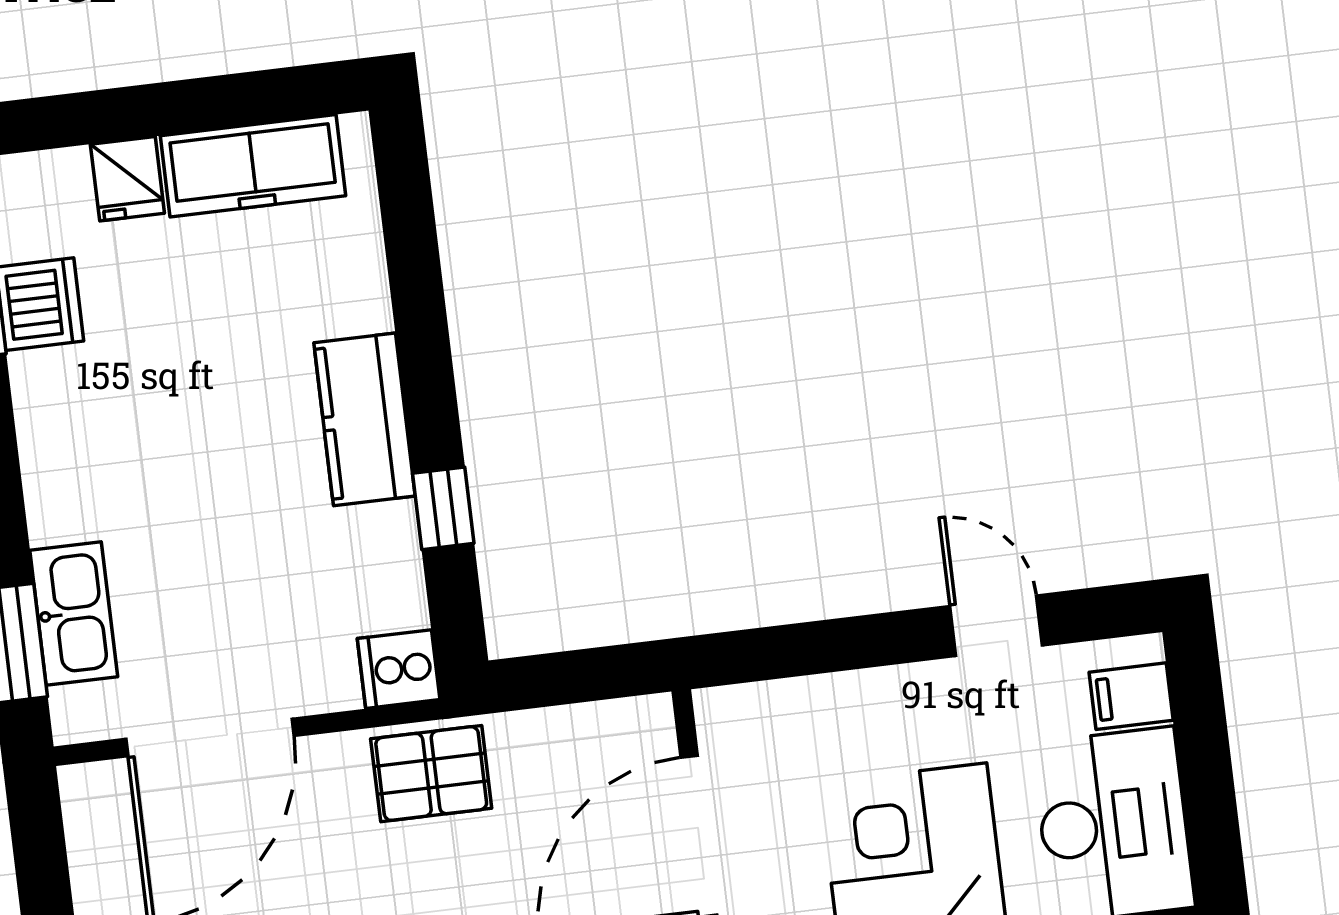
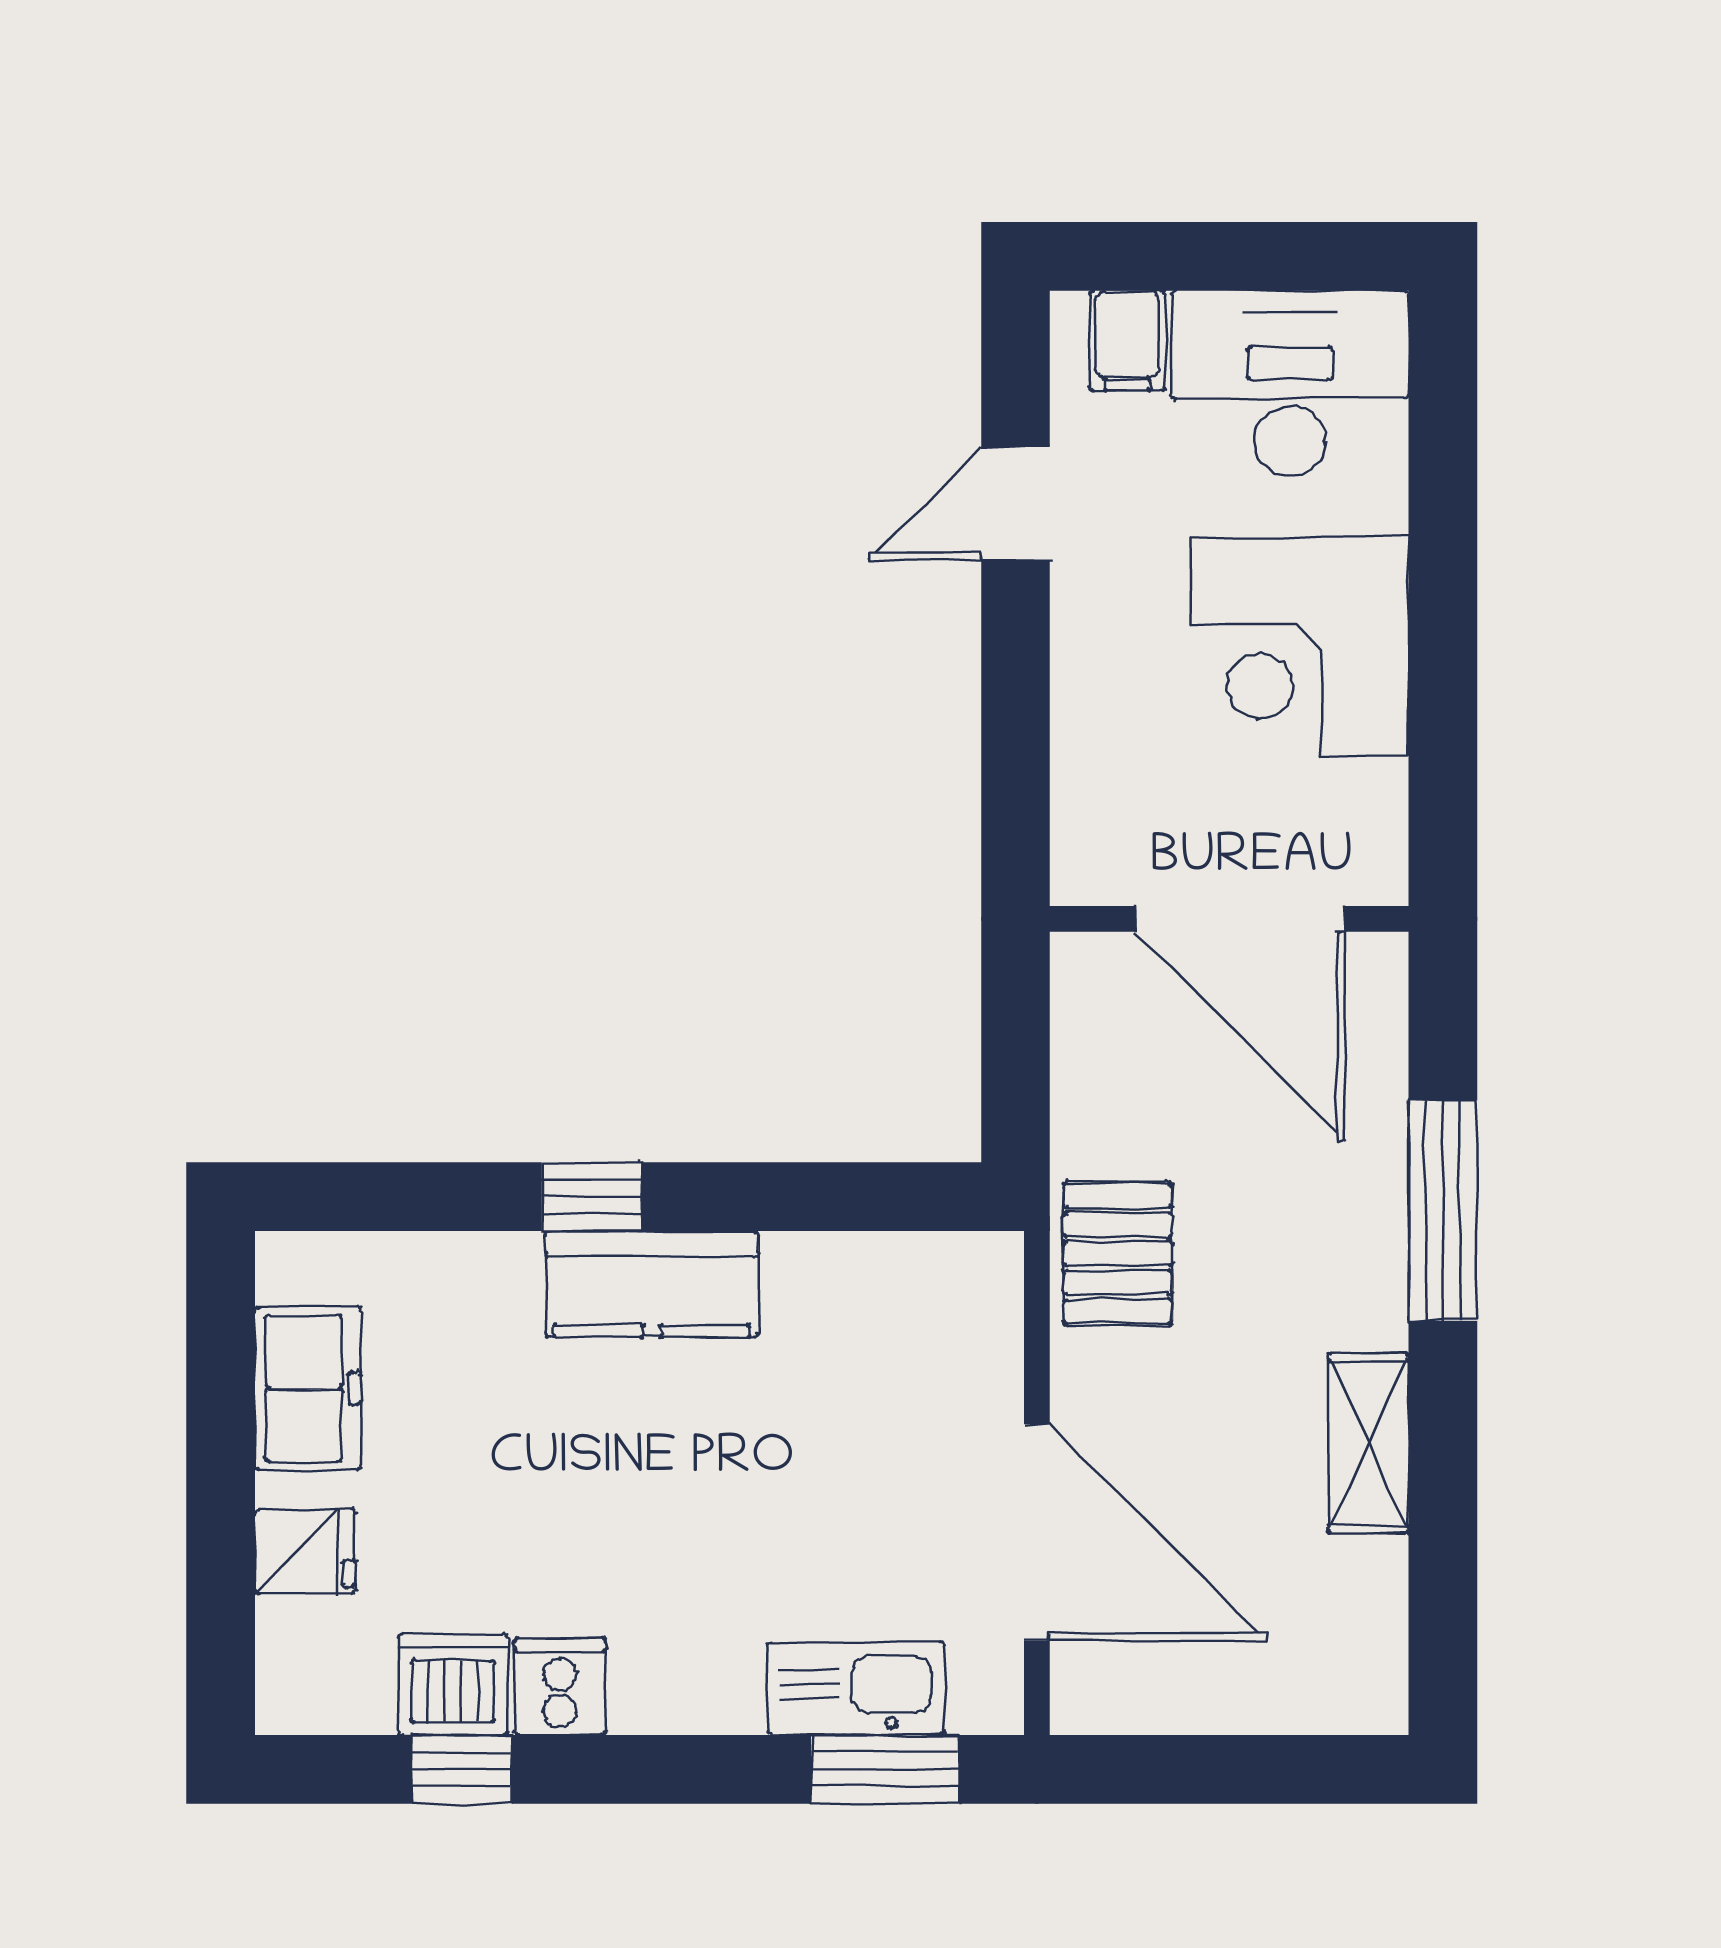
freezer: (253, 166) -> (308, 1388), width x0.71
window: (443, 508) -> (591, 1197), moved
cooker: (399, 669) -> (560, 1687), moved, turned 180

